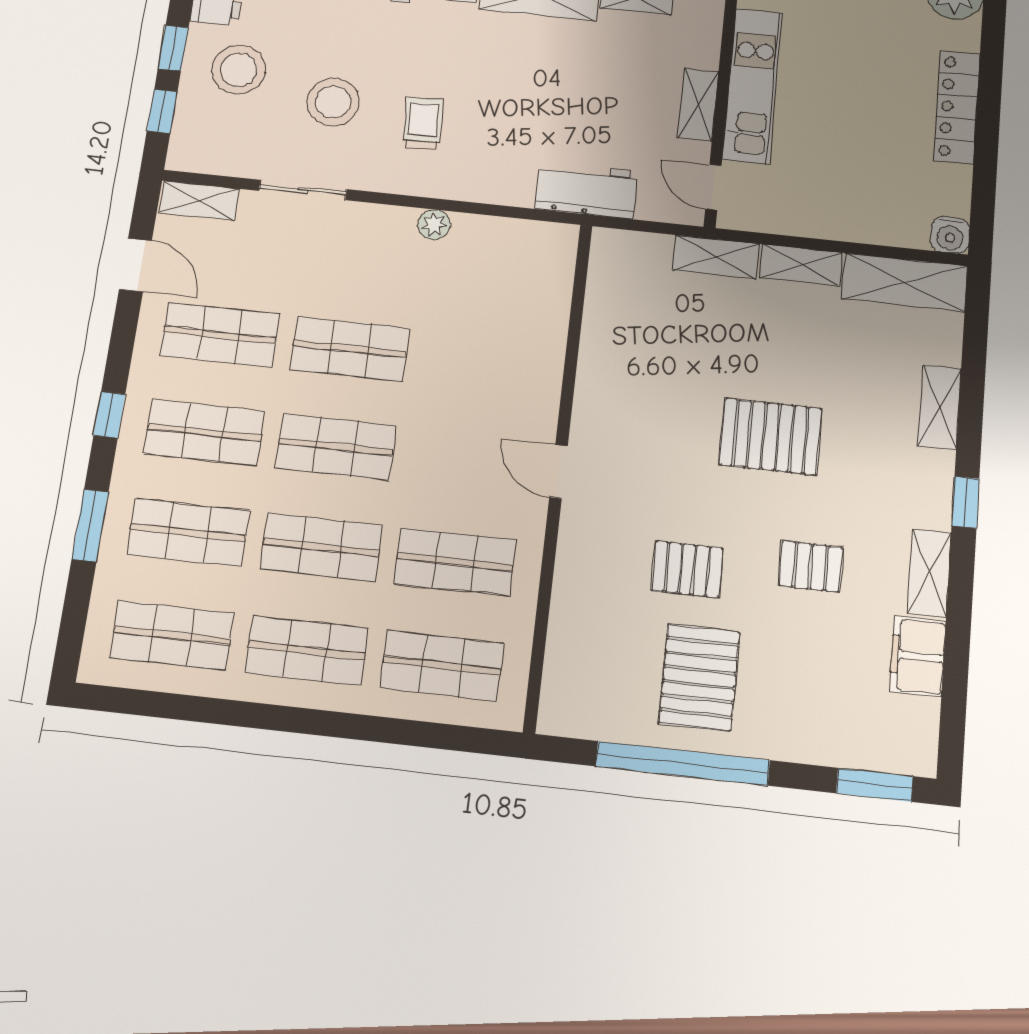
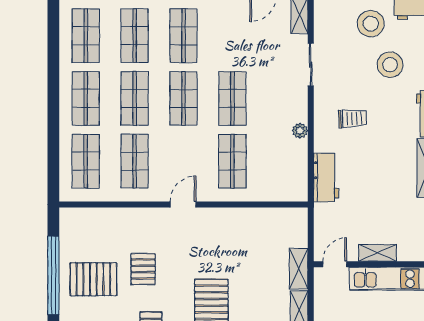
stool: (333, 102) -> (390, 65), moved
workbench: (586, 190) -> (326, 178), moved
shop shelf: (220, 335) -> (232, 161), moved

